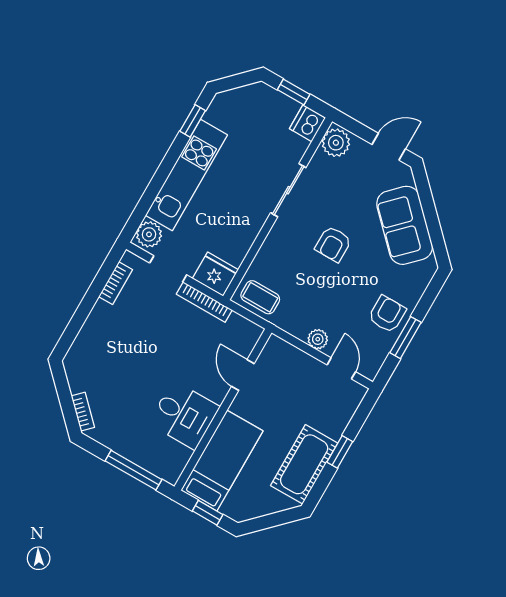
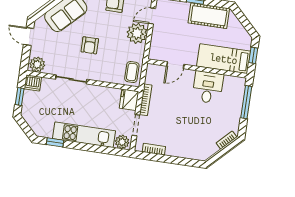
armchair: (333, 244) -> (90, 45), turned 90
plant: (318, 339) -> (137, 33), width x1.88, depth x1.88

